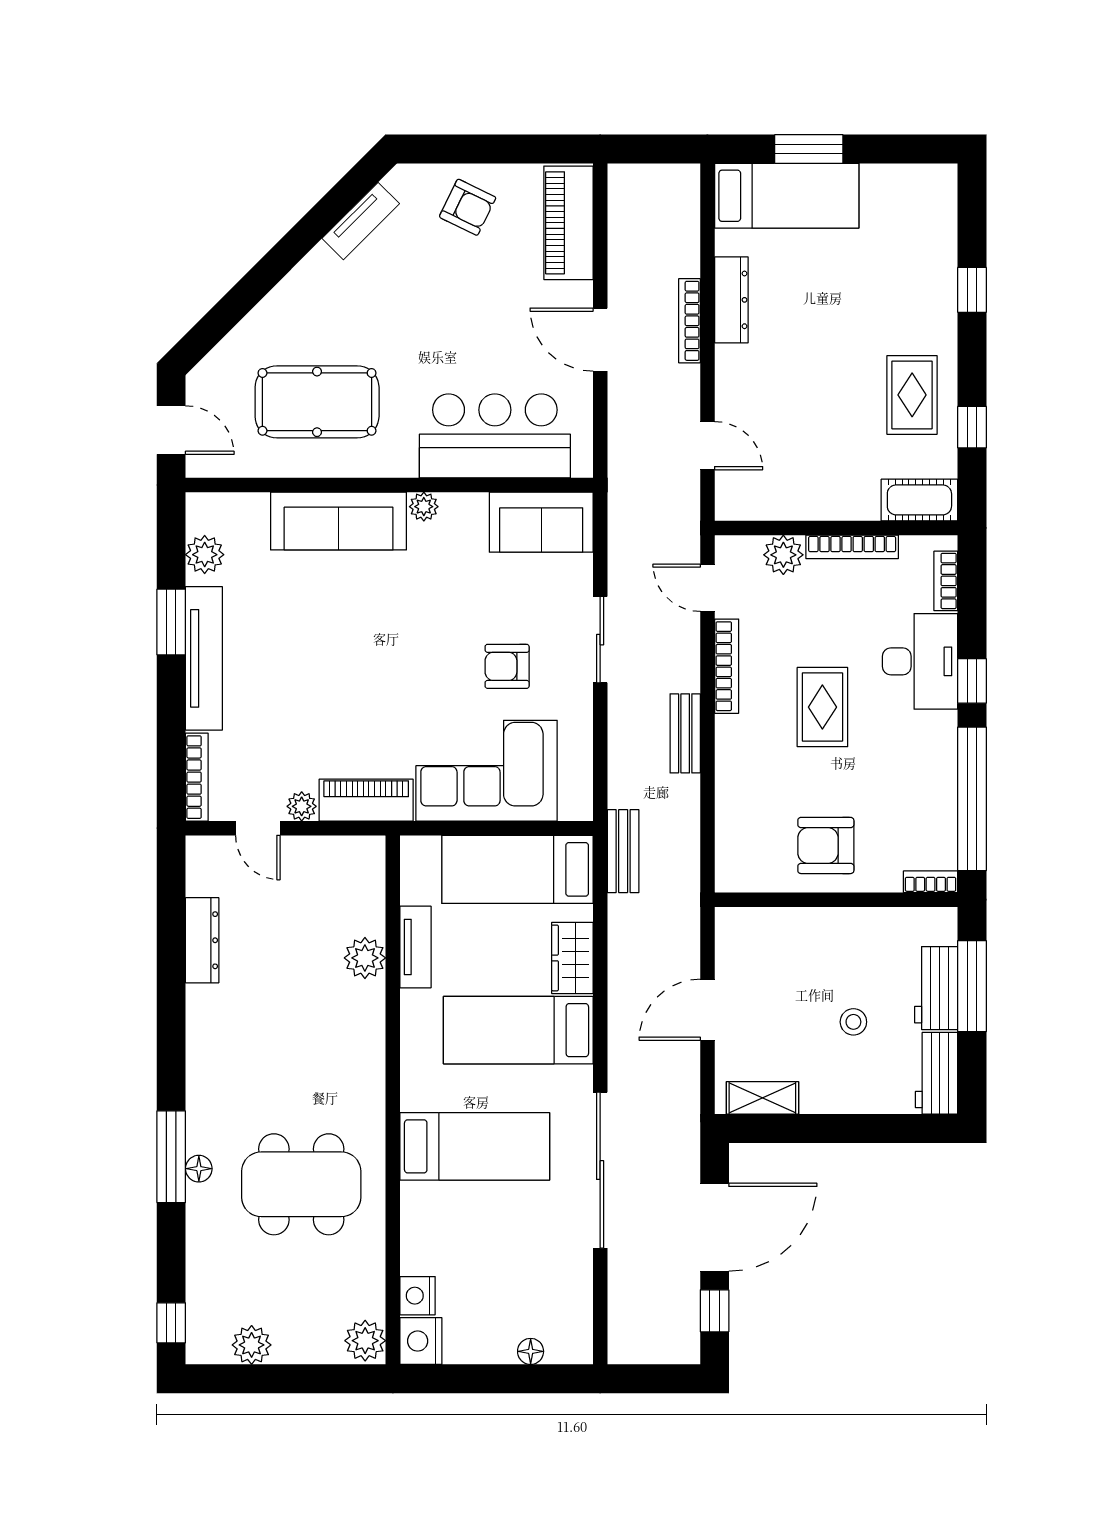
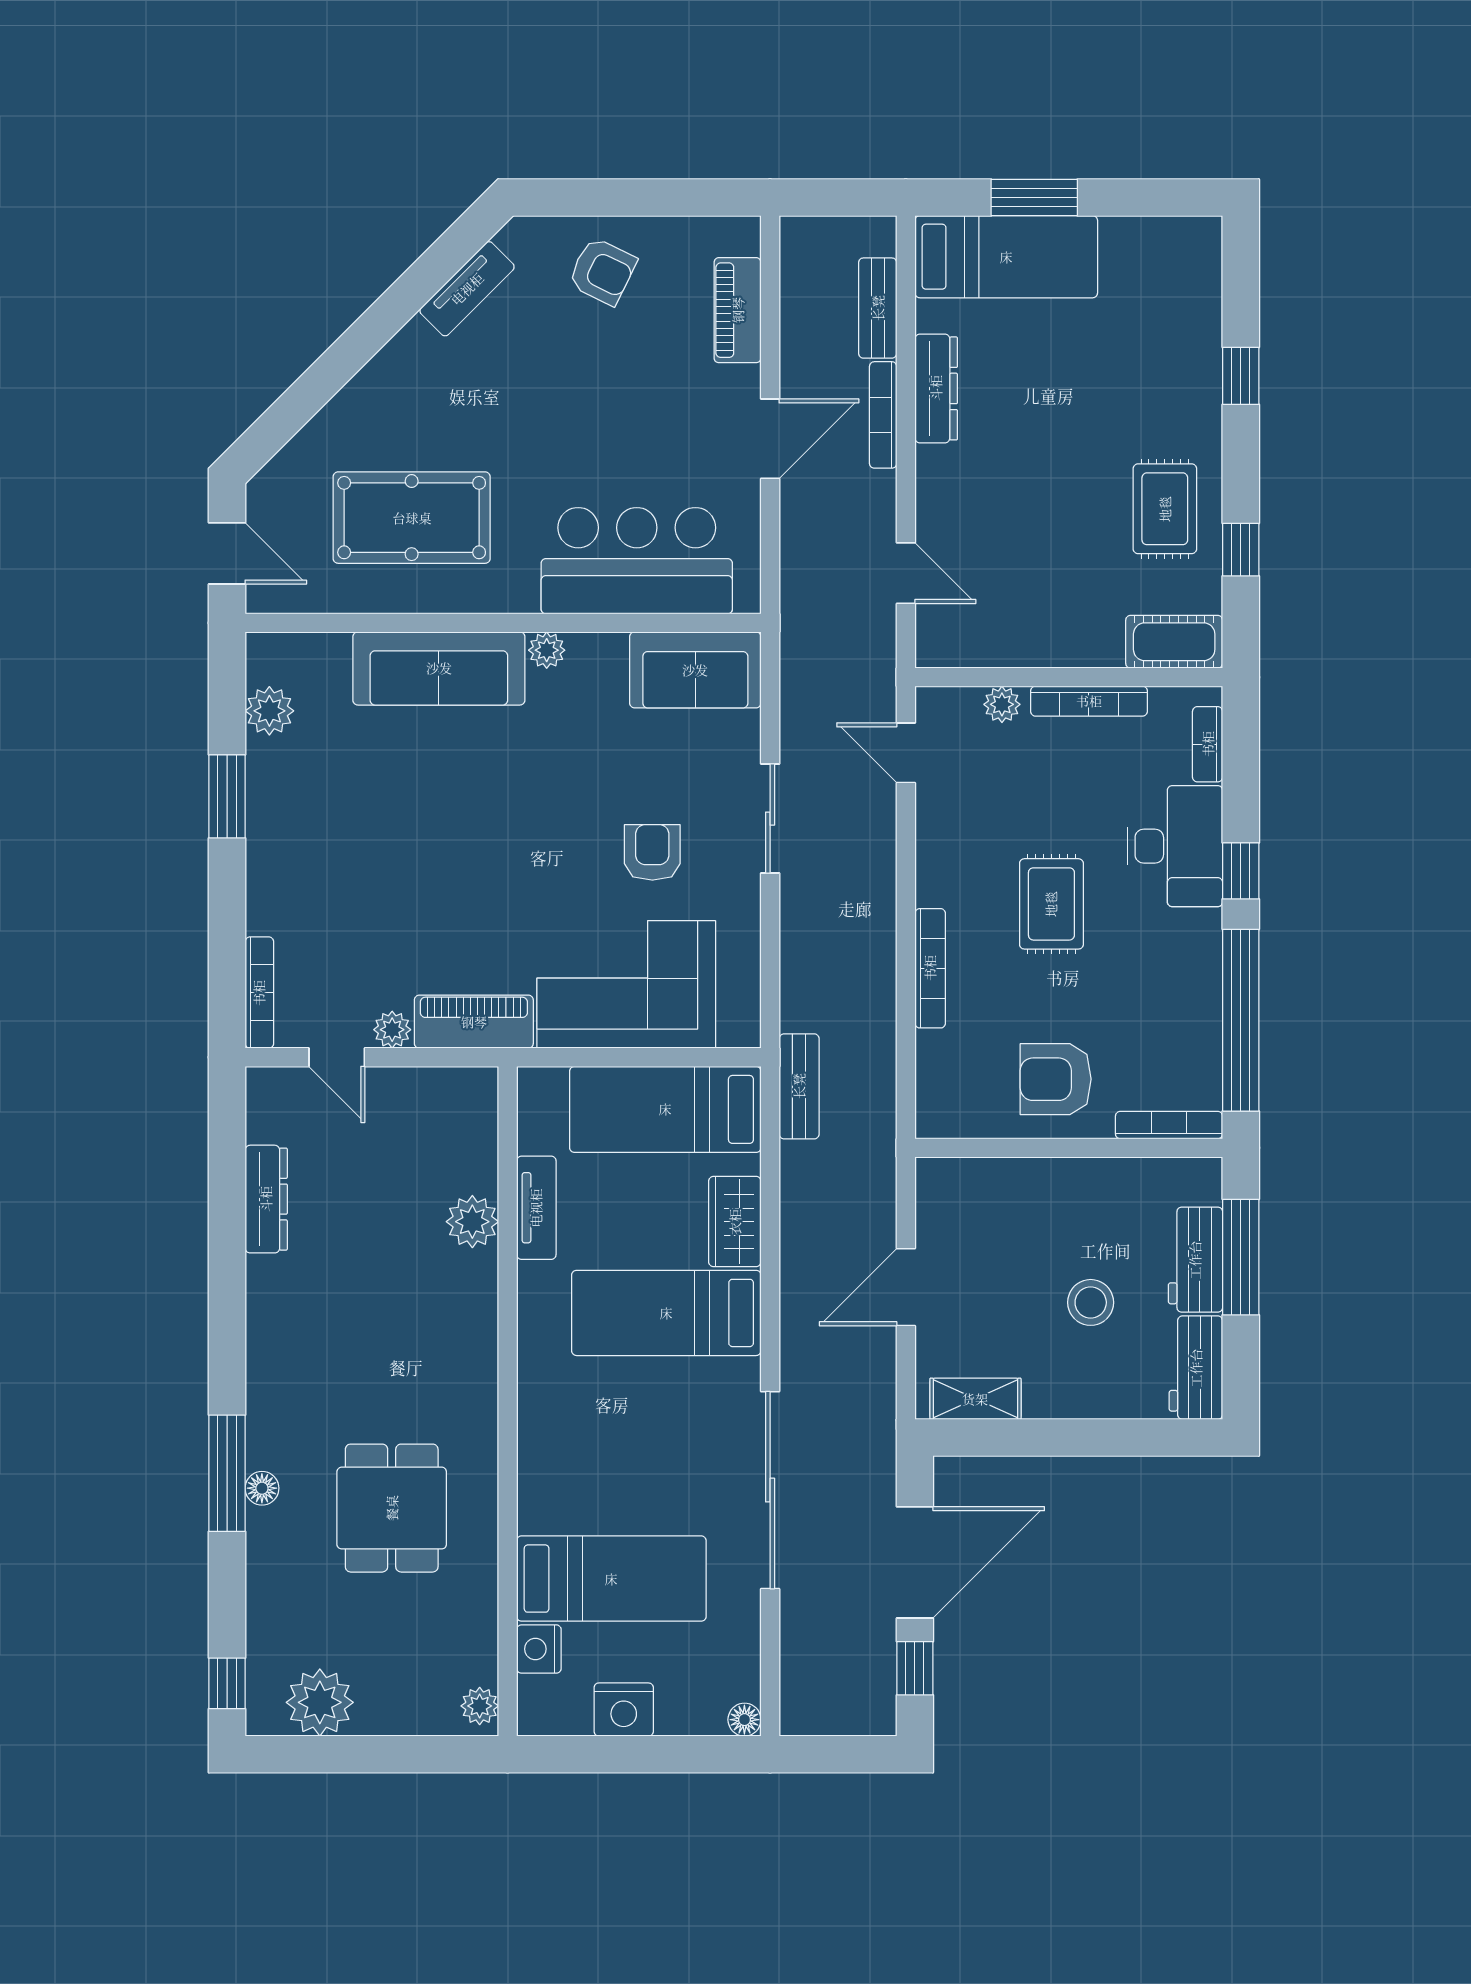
piano: (568, 223) -> (738, 310), width x0.73, depth x0.75
door: (600, 340) -> (770, 439), swing flipped
plant: (783, 555) -> (1002, 704), width x0.73, depth x0.73
tv unit: (204, 658) -> (268, 842), removed
armchair: (507, 666) -> (652, 852), turned 90
bookcase: (727, 666) -> (930, 968), moved
bench: (685, 733) -> (878, 308), moved
bookcase: (931, 882) -> (1169, 1125), width x1.56
stool: (853, 1022) -> (1091, 1302), width x1.37, depth x1.37
bed: (475, 1146) -> (611, 1579), moved
dining table: (301, 1184) -> (392, 1508), width x0.73
plant: (365, 1341) -> (480, 1706), width x0.73, depth x0.73
nightstand: (421, 1341) -> (624, 1710), moved, turned -90
plant: (252, 1345) -> (320, 1702), width x1.36, depth x1.36
floor lamp: (531, 1351) -> (744, 1720), moved

